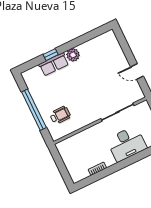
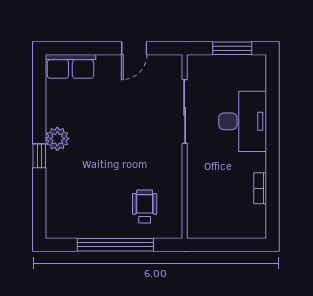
window: (51, 55) -> (39, 156), moved
row of seats: (54, 64) -> (70, 66), moved, turned 90

